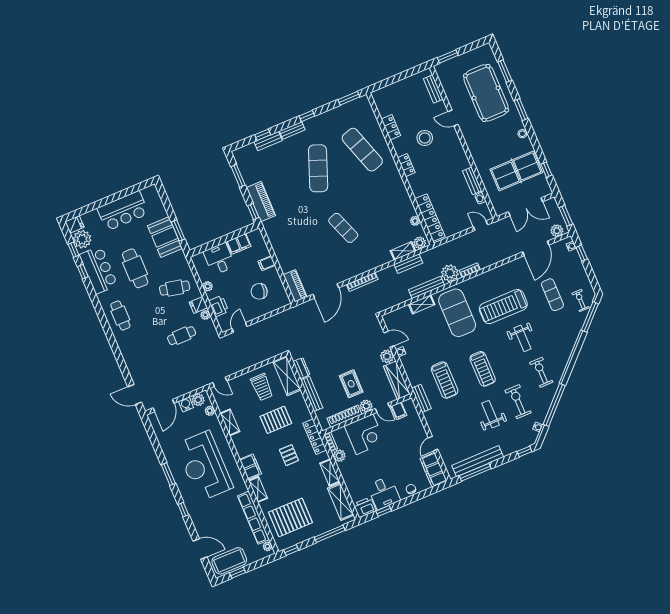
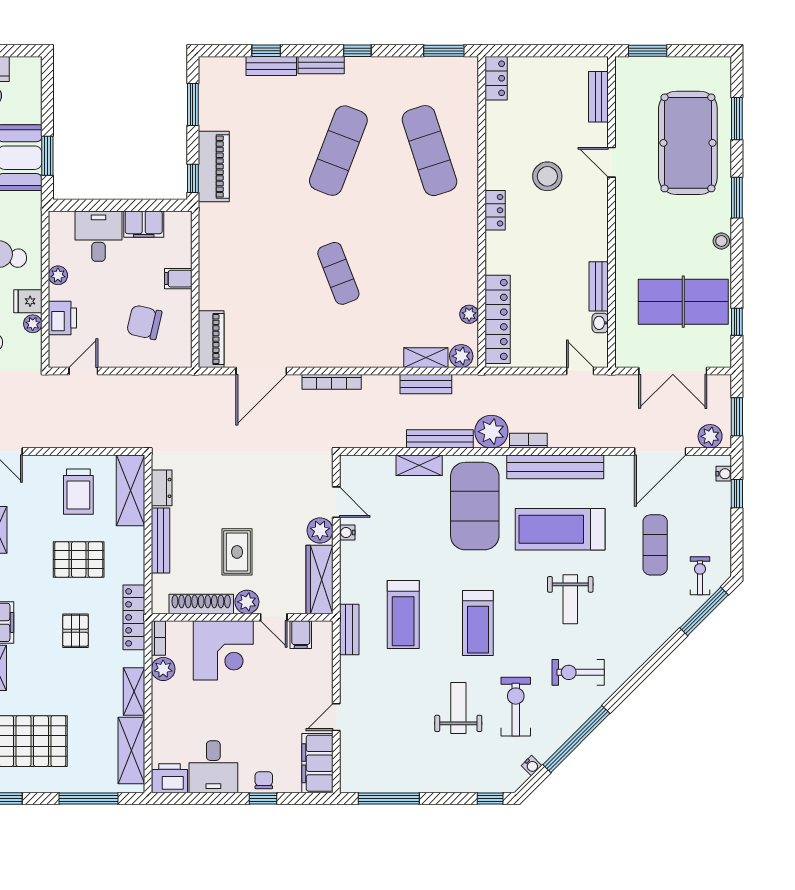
locker: (391, 127) -> (496, 78), moved
exercise bike: (541, 372) -> (578, 672), turned -90
bench: (478, 461) -> (555, 467), moved
window: (384, 511) -> (263, 799), moved

